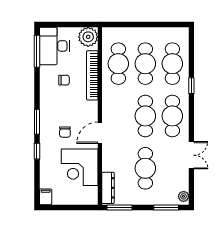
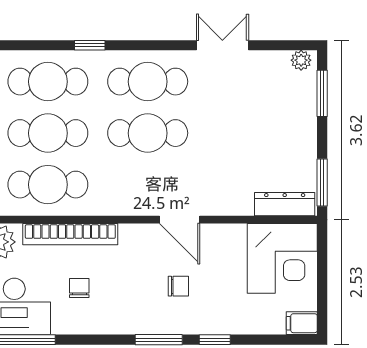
corner desk: (80, 167) -> (282, 258), moved
cafe table: (145, 168) -> (247, 133), removed

